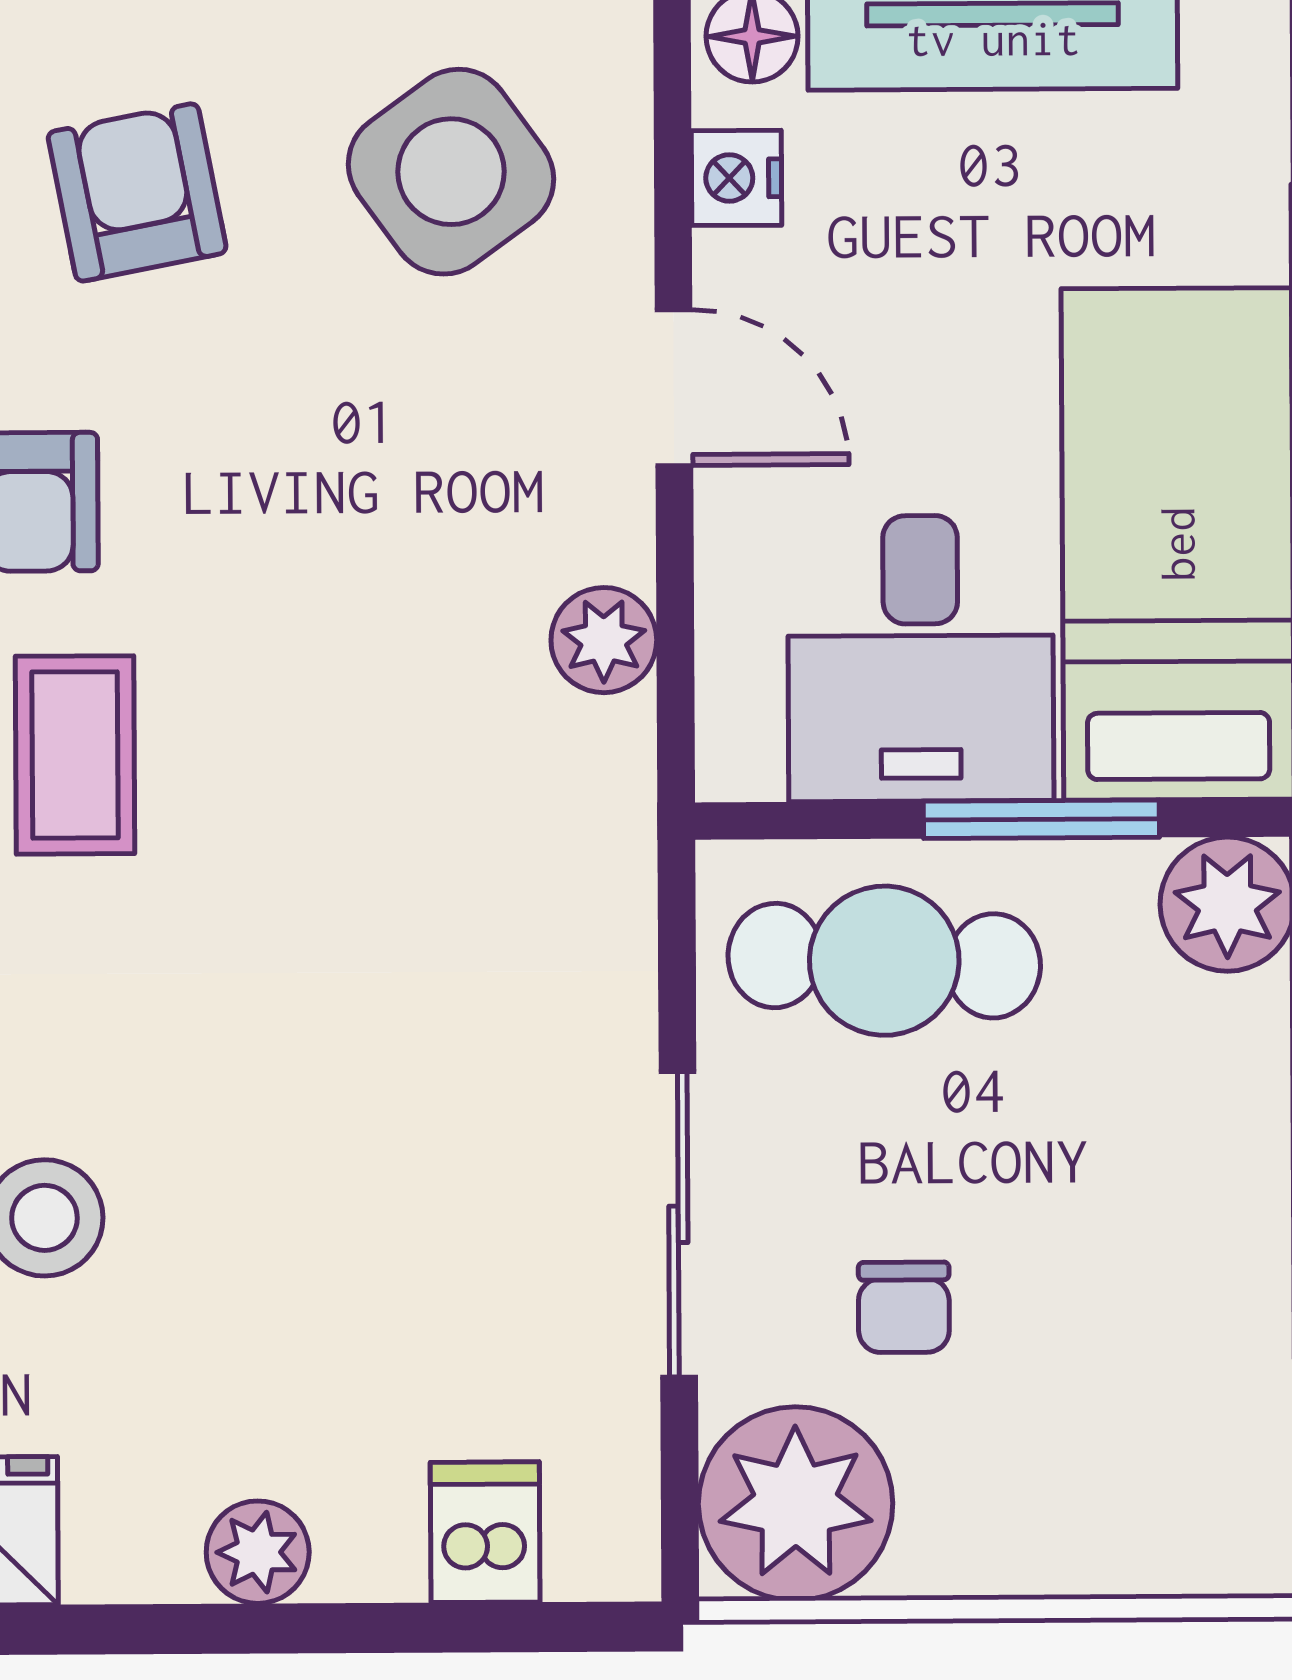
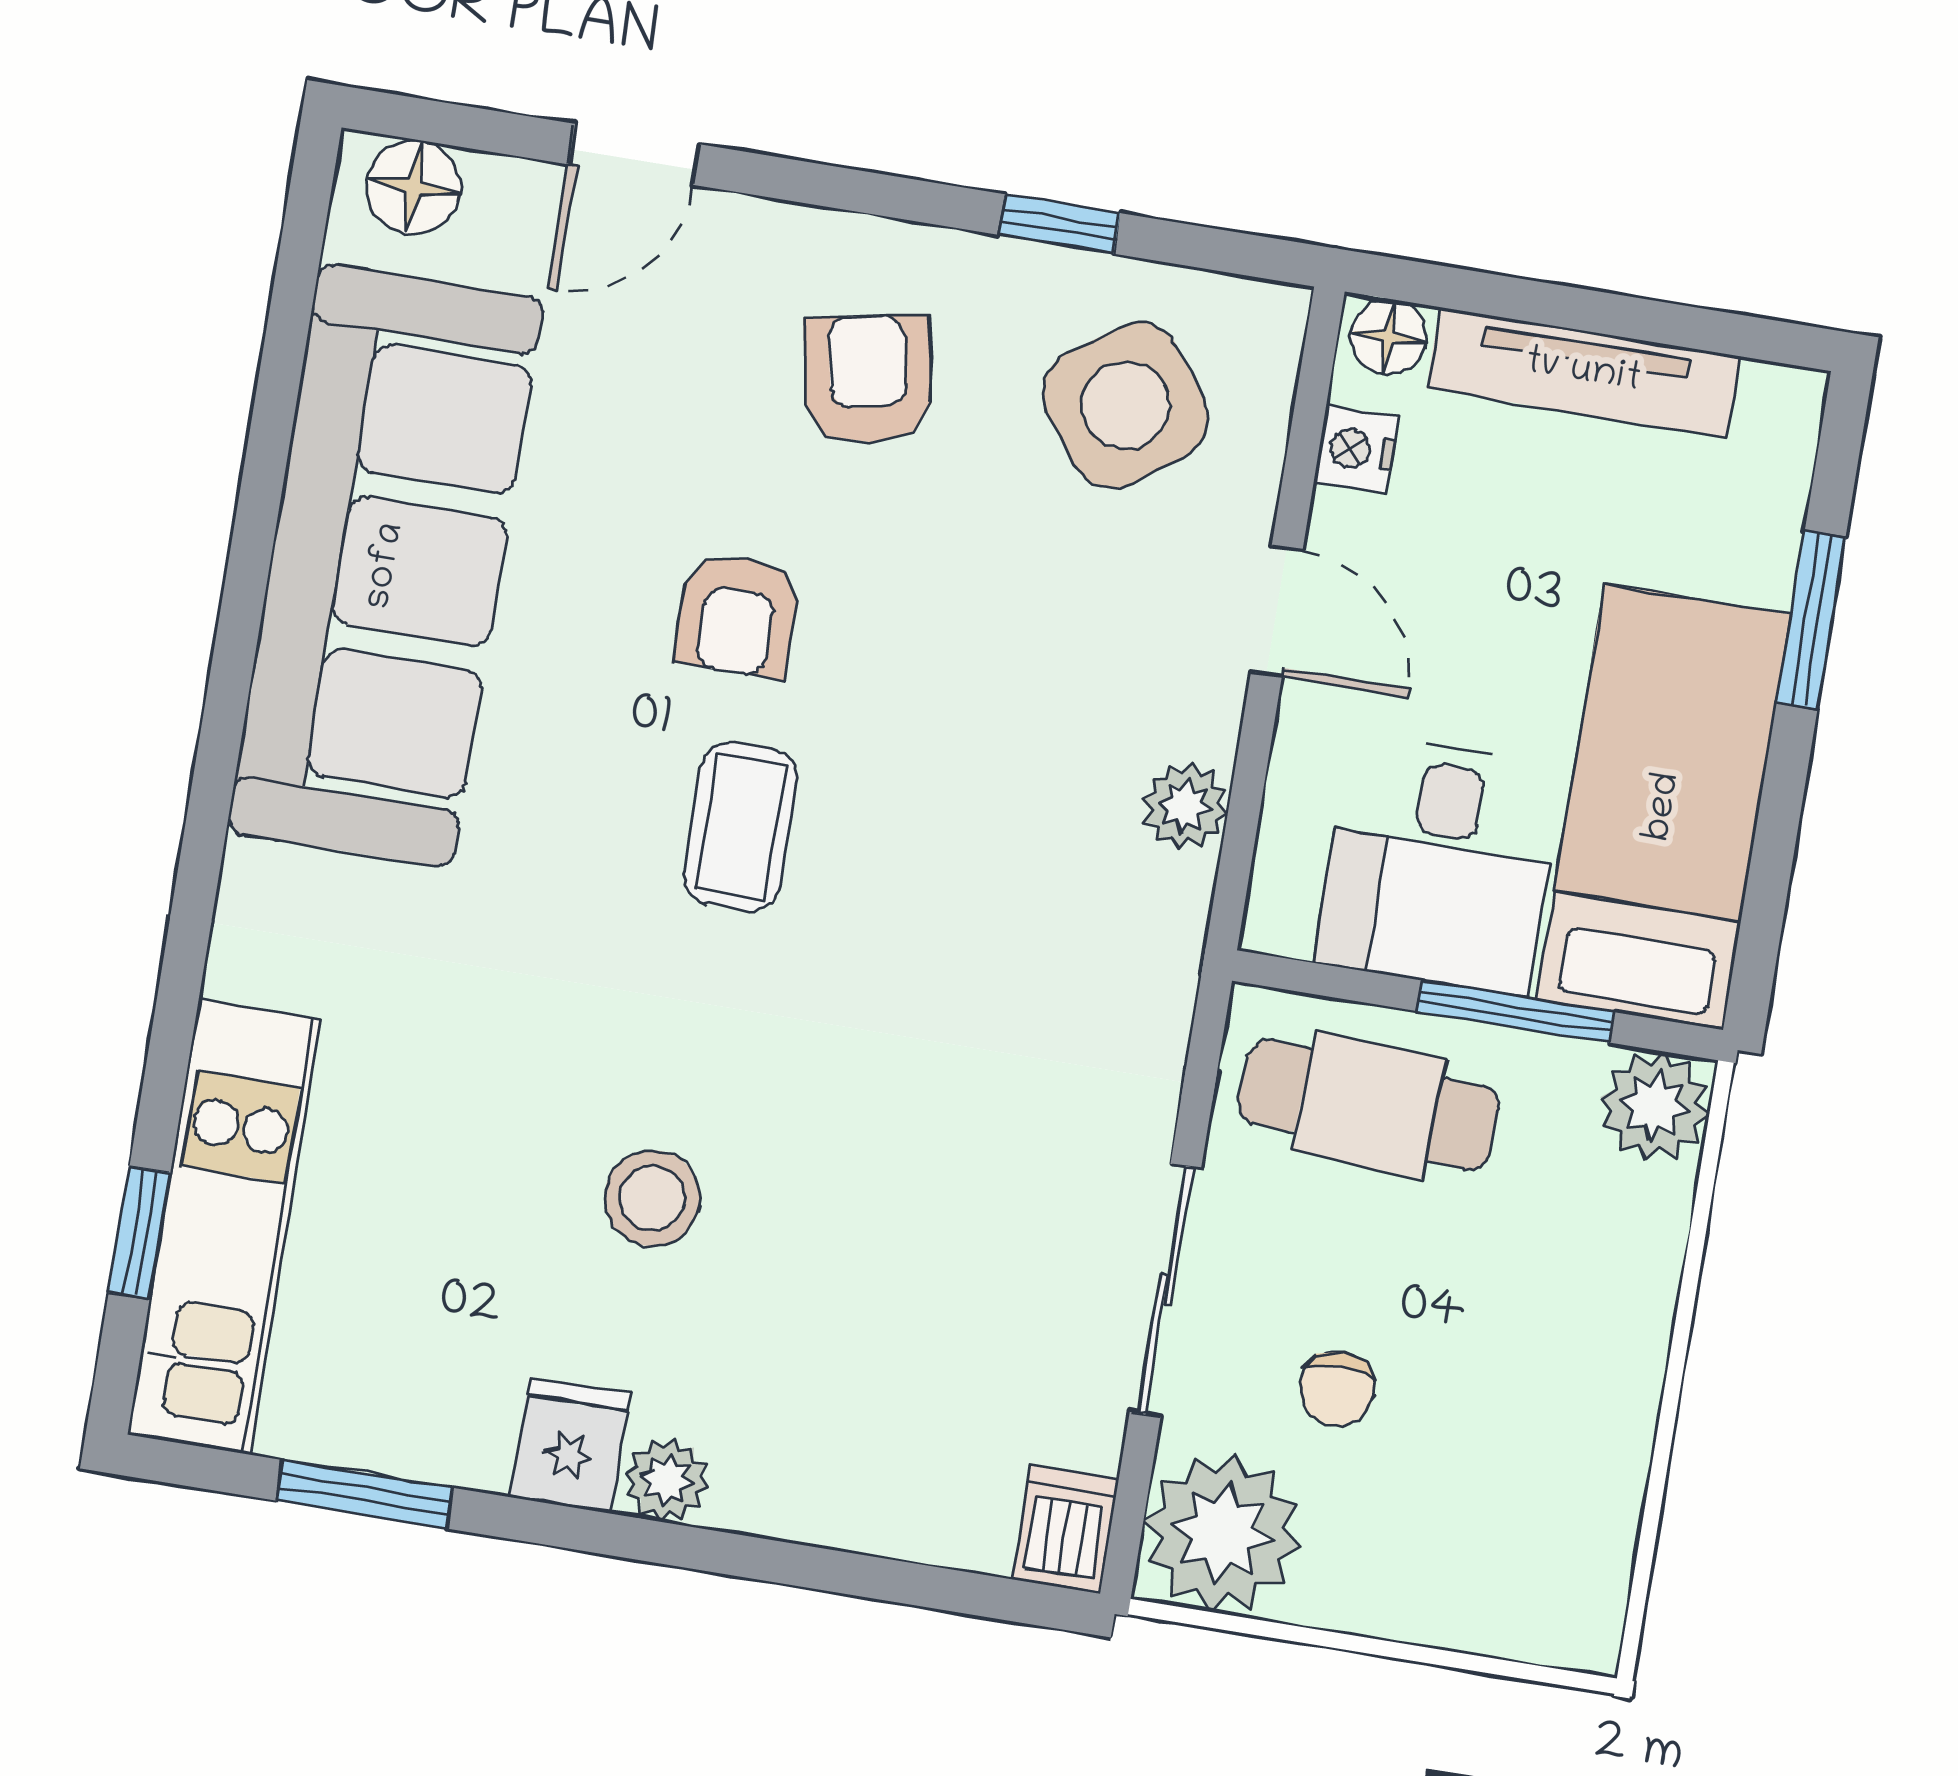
dishwasher: (485, 1532) -> (1065, 1530), moved
plant: (258, 1552) -> (667, 1480), moved

